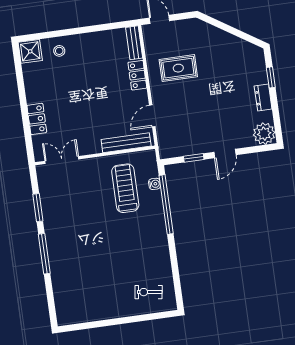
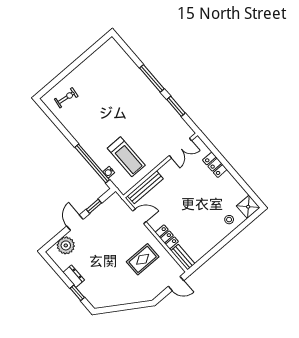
door: (152, 116) -> (139, 216), hinge flipped
plant: (264, 134) -> (66, 245), moved

